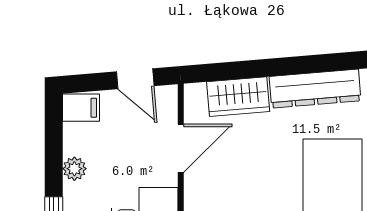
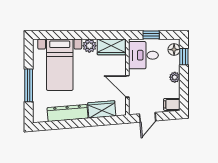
door: (135, 79) -> (148, 117), swing flipped
door: (181, 148) -> (127, 86), hinge flipped

